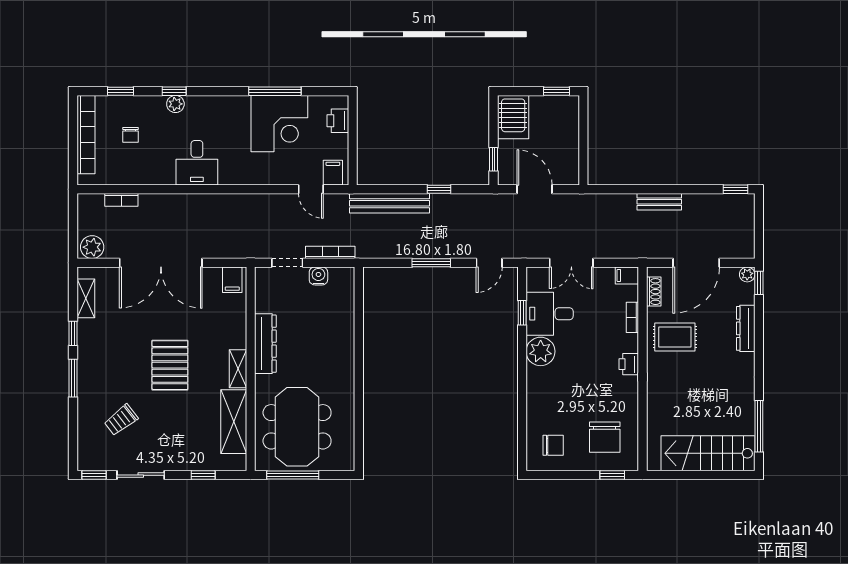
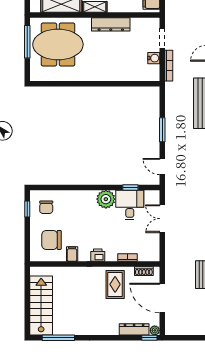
filing cabinet: (627, 275) -> (72, 254), moved
dresser: (746, 328) -> (134, 329), moved
window: (612, 475) -> (27, 209), moved

